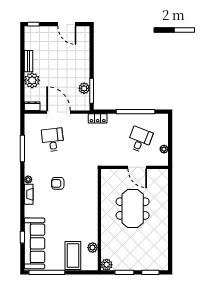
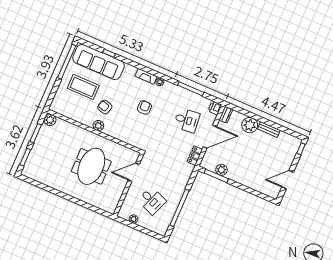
locker: (98, 118) -> (195, 156), moved
printer: (30, 119) -> (215, 108), added
door: (137, 167) -> (134, 172), moved
meeting table: (133, 209) -> (91, 166), turned 90
armchair: (73, 220) -> (105, 107), added
plant: (93, 248) -> (98, 126), moved
coffee table: (73, 256) -> (83, 87), moved

